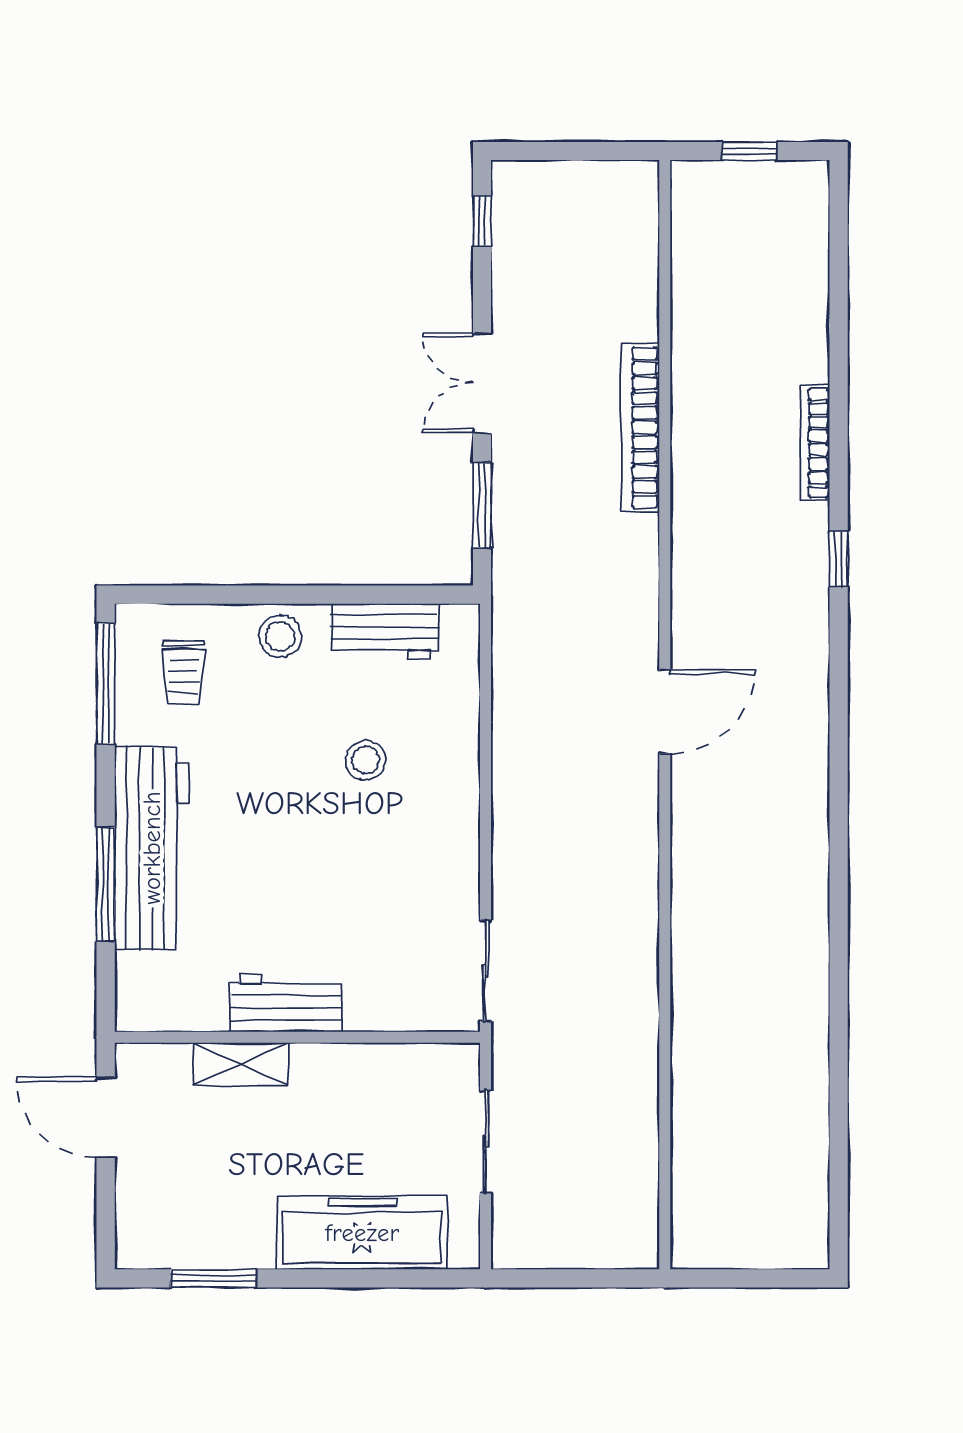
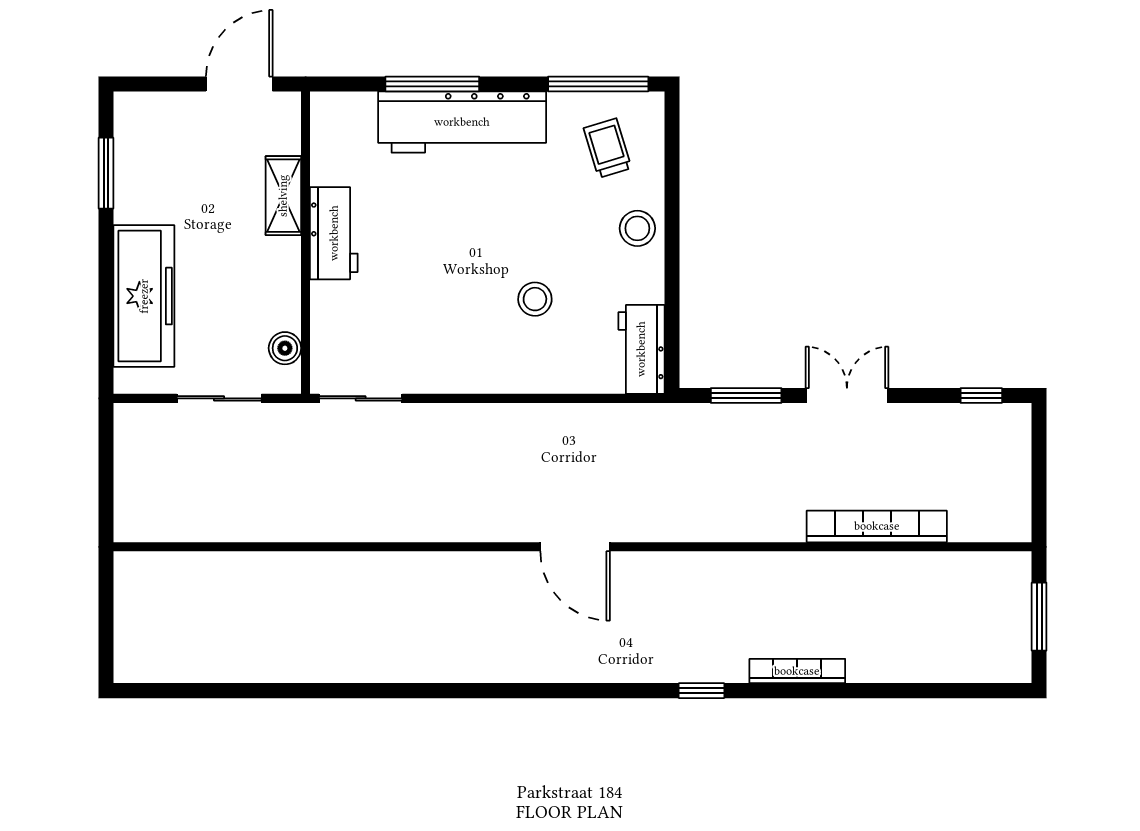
window: (749, 151) -> (1039, 617), width x1.50
bookcase: (640, 428) -> (877, 526), moved
workbench: (385, 631) -> (641, 349), moved
trolley: (183, 672) -> (608, 148), turned 73
boiler: (425, 1062) -> (285, 348), added

